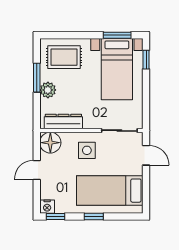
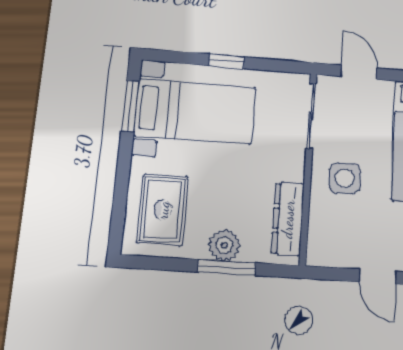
window: (146, 60) -> (226, 61), moved
window: (37, 78) -> (226, 267), moved
floor lamp: (50, 143) -> (327, 247), removed
door: (146, 155) -> (359, 72), hinge flipped

